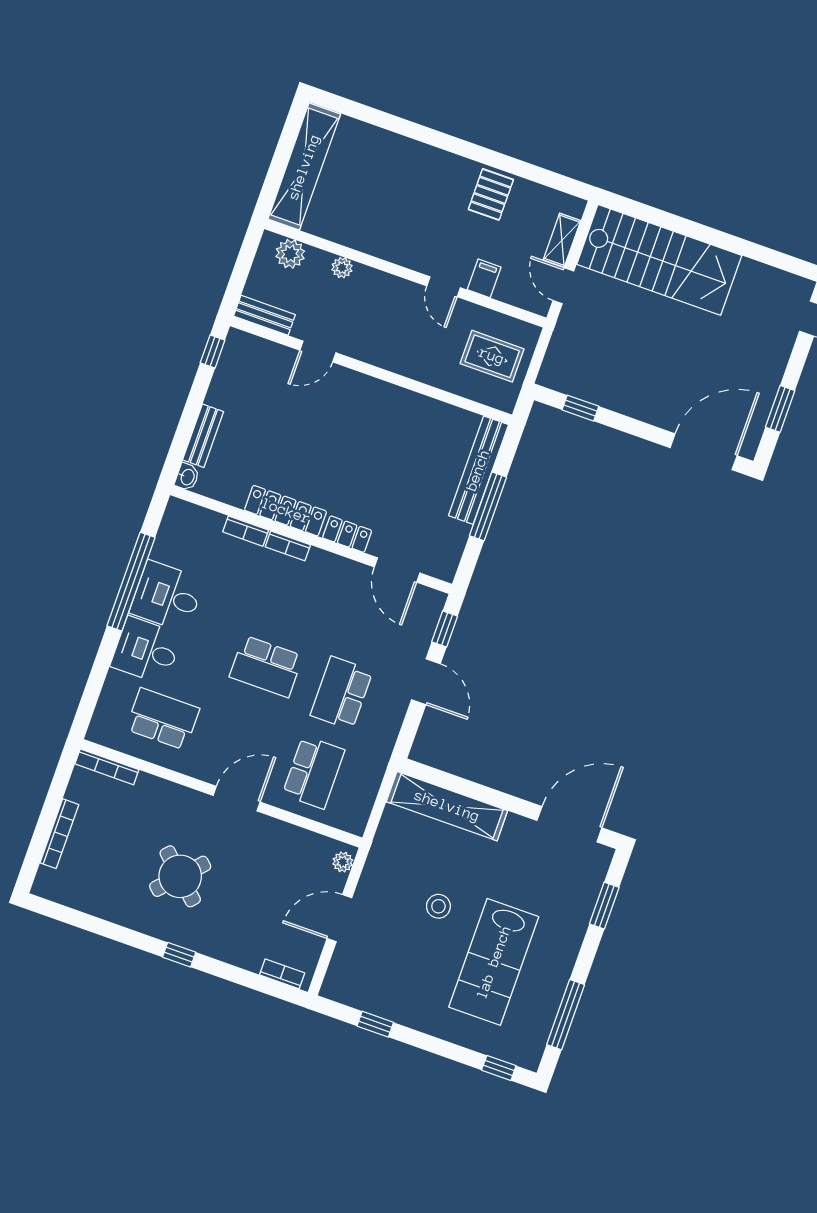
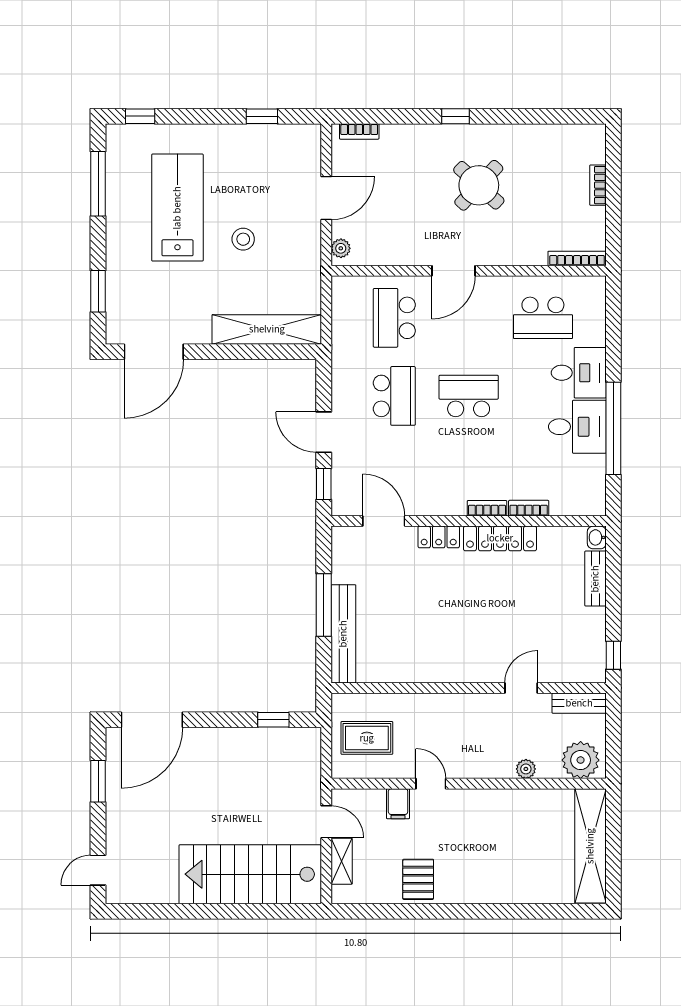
plant: (290, 254) -> (581, 760), width x1.36, depth x1.36
bookcase: (59, 834) -> (598, 185), width x0.64

